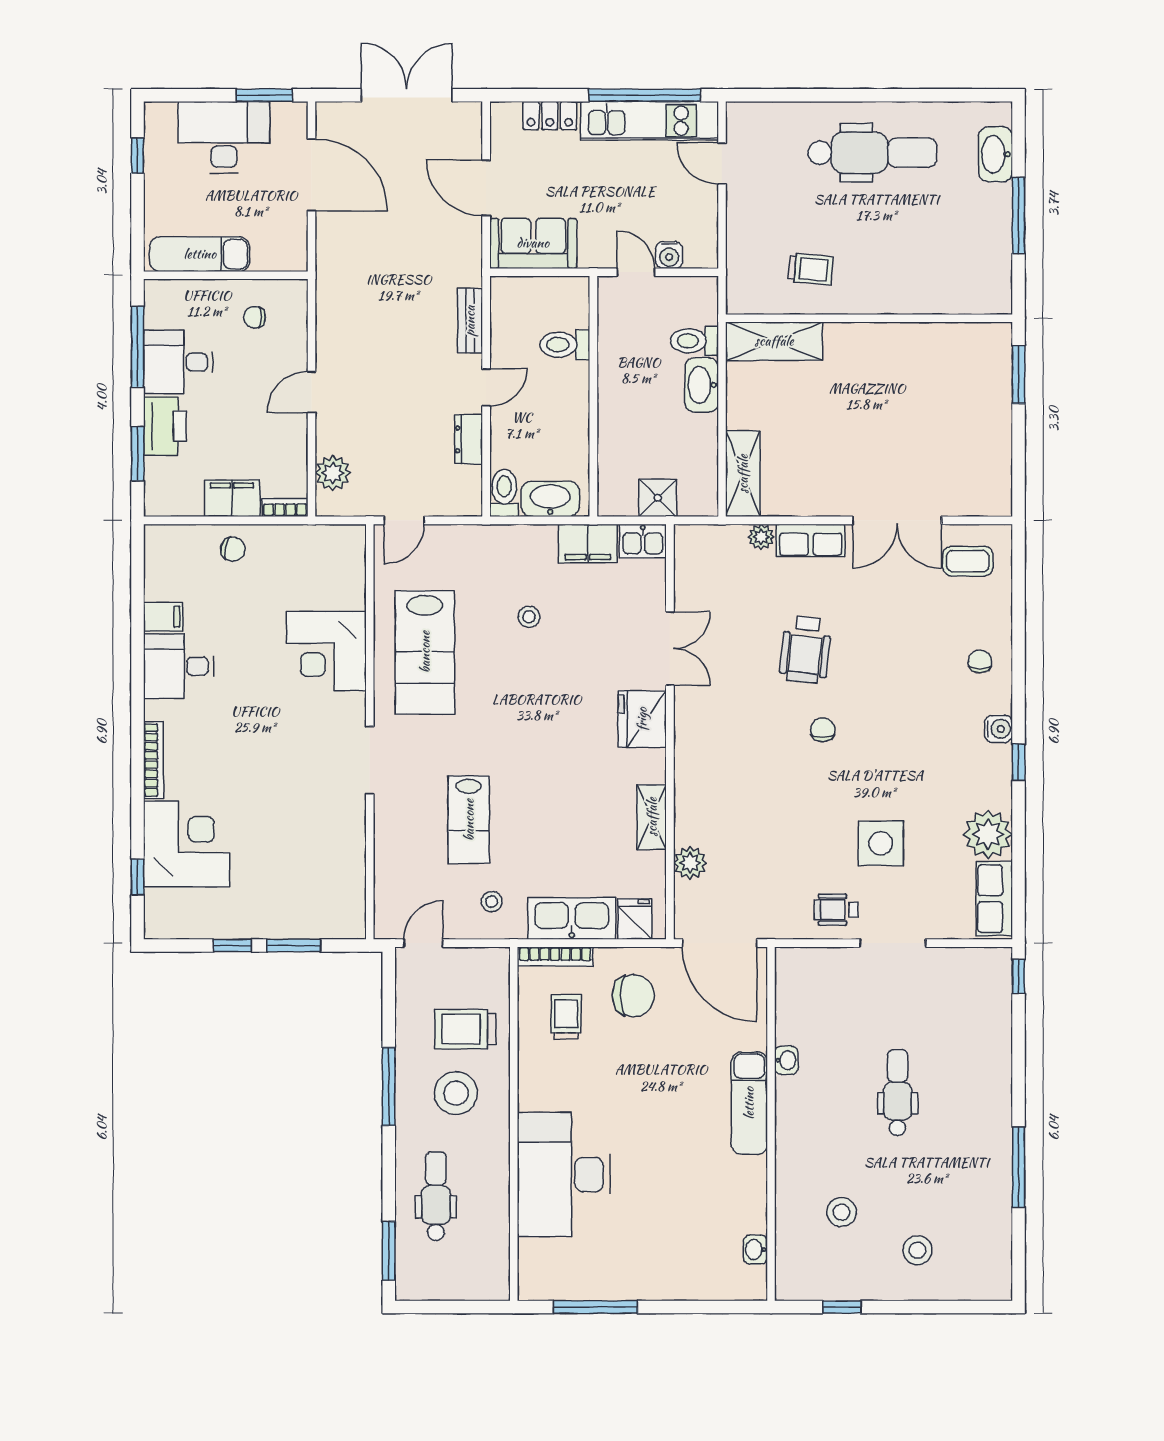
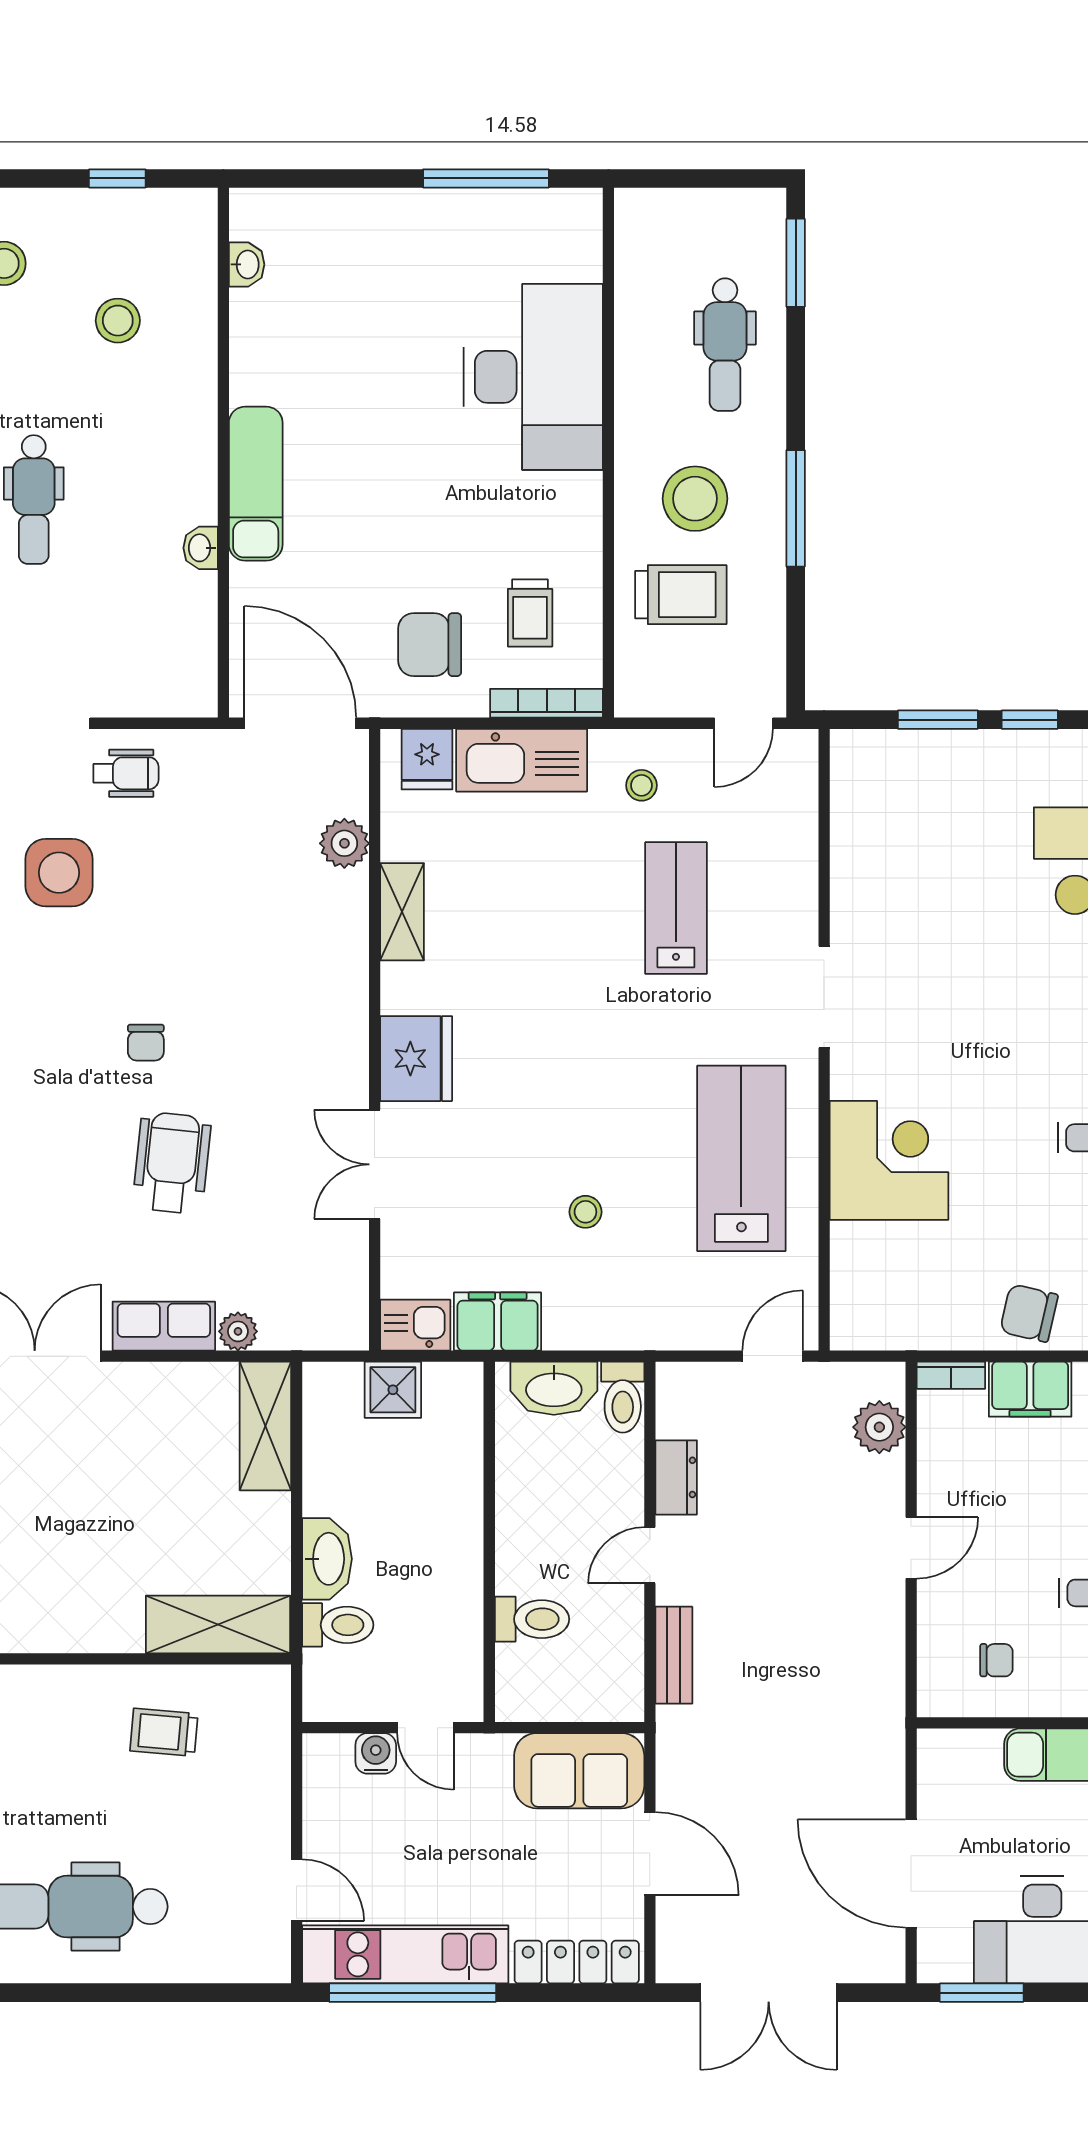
locker: (550, 116) -> (577, 1962), width x1.53
chair: (233, 549) -> (1029, 1313), width x1.37, depth x1.37

